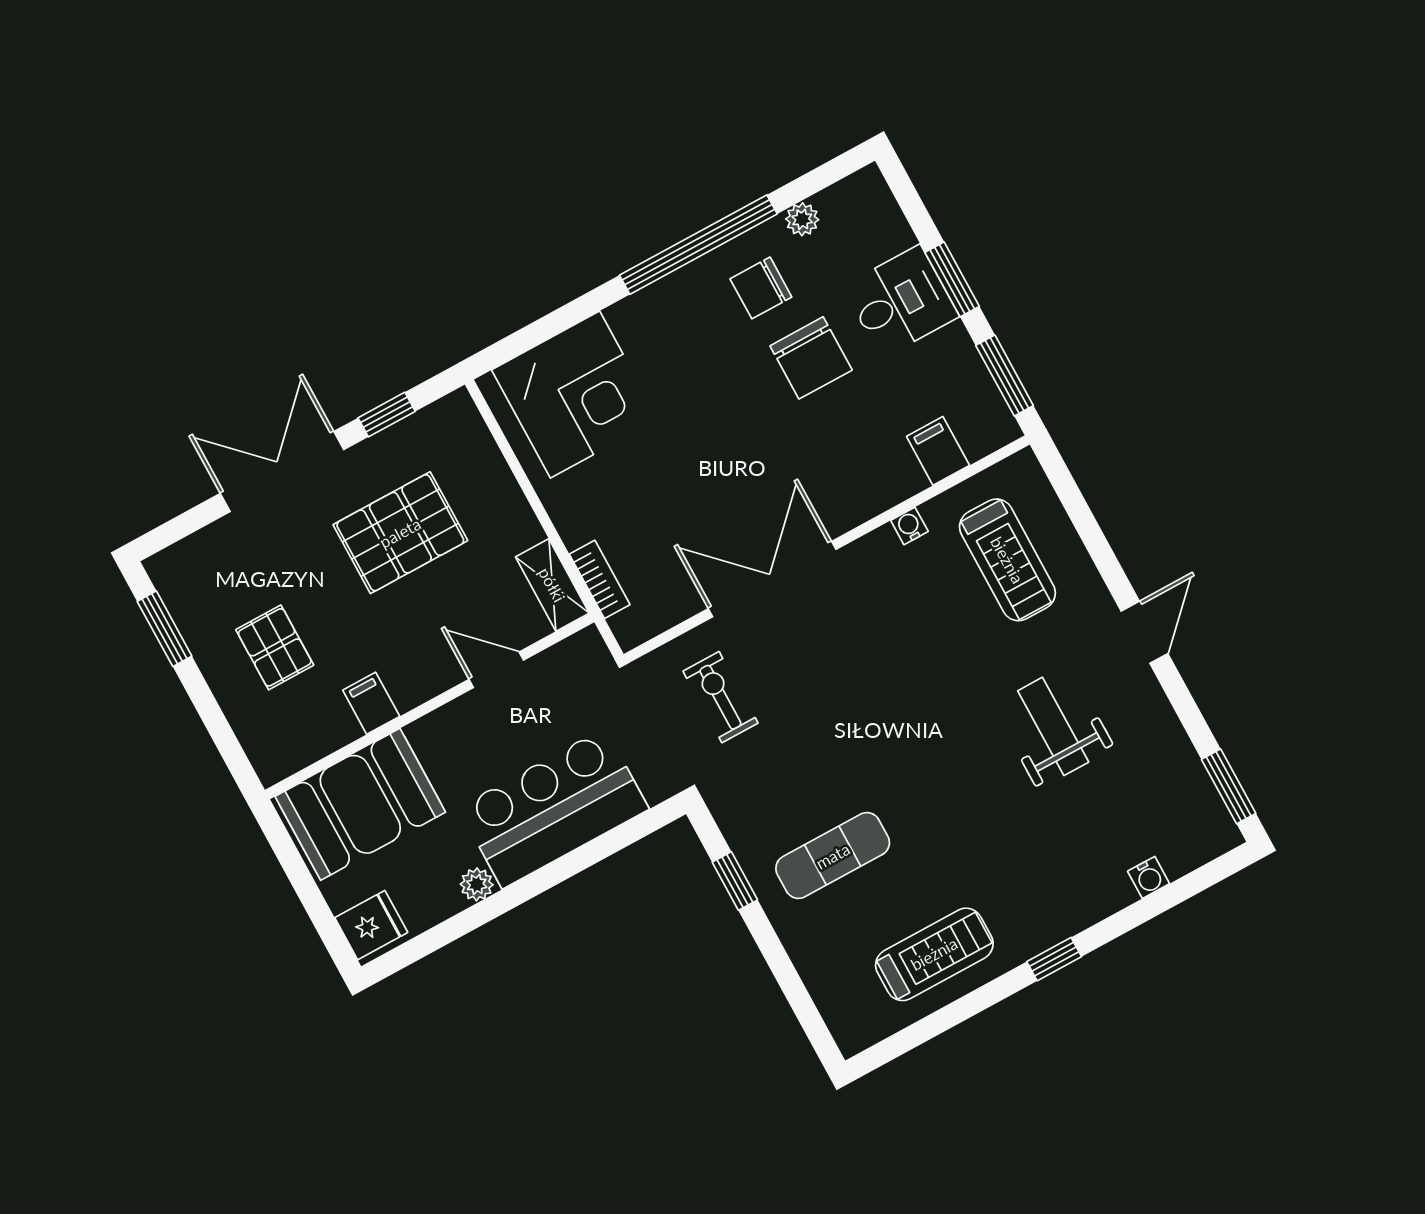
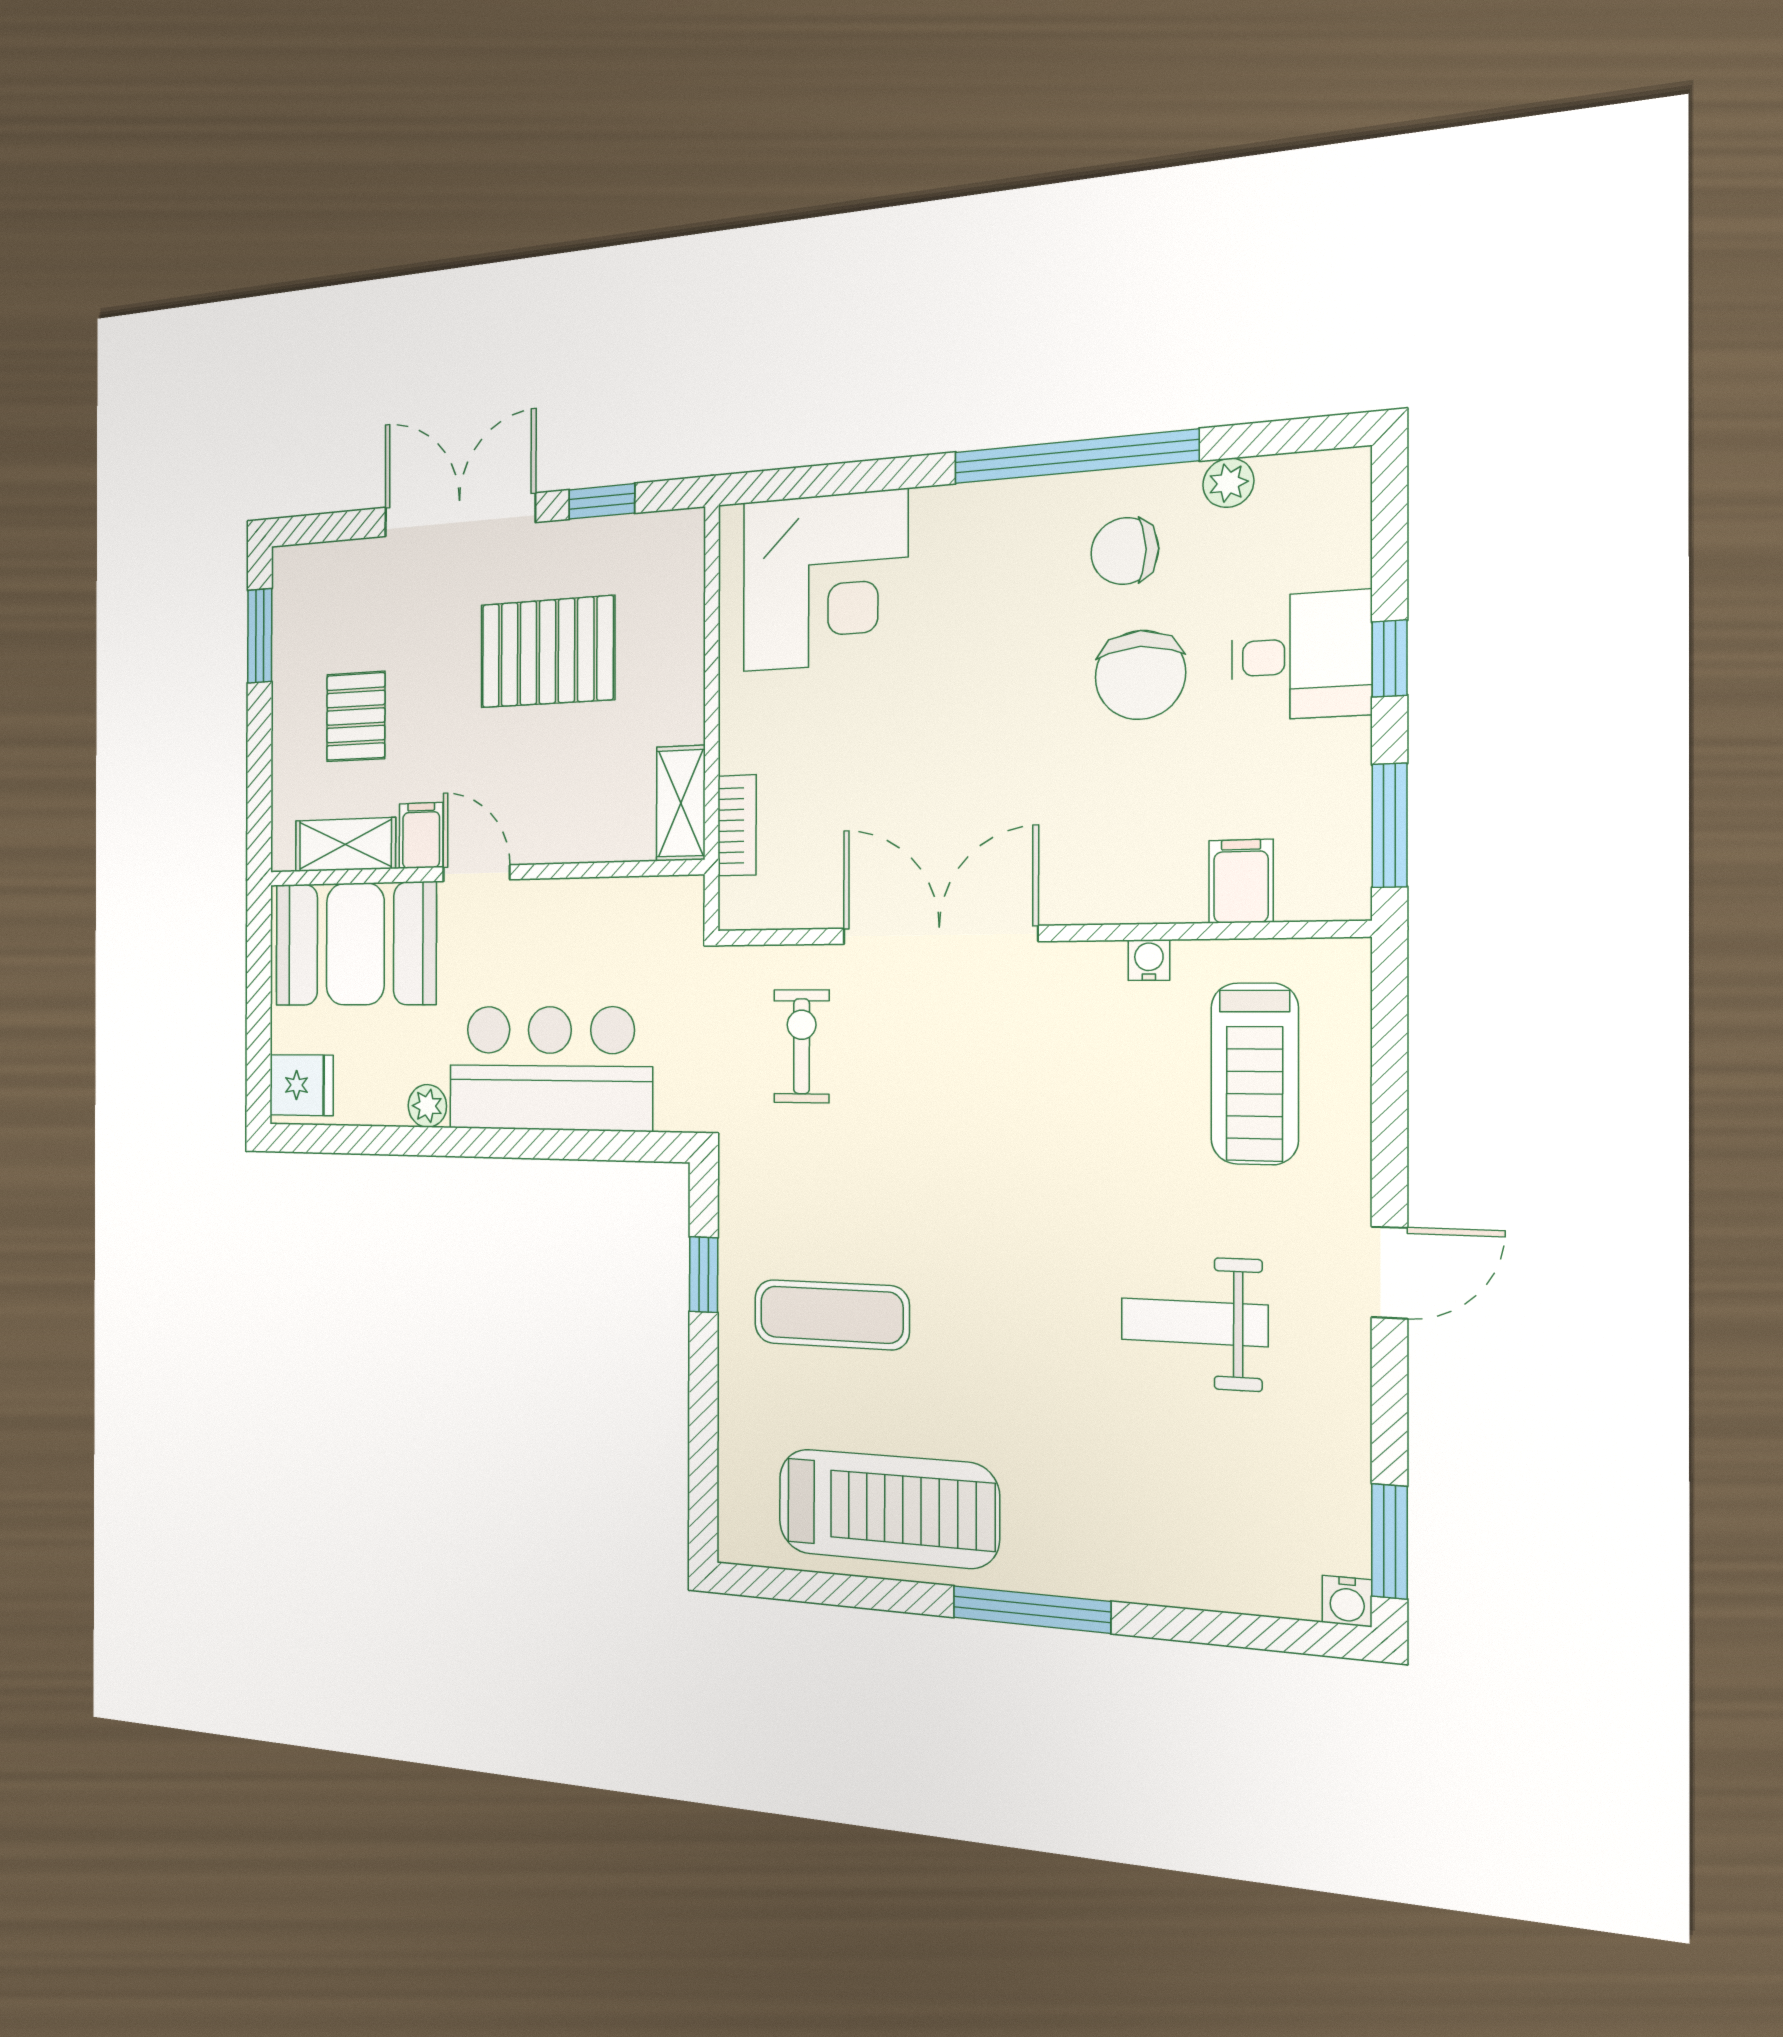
window: (952, 279) -> (1390, 659), width x0.67
door: (496, 670) -> (476, 873), moved
weight bench: (1053, 726) -> (1194, 1322), turned -90
shelving: (315, 740) -> (345, 845), added
water cooler: (1149, 877) -> (1347, 1601), moved
treadmill: (934, 954) -> (888, 1508), width x1.37, depth x1.38
window: (1054, 959) -> (1031, 1609), width x2.17

